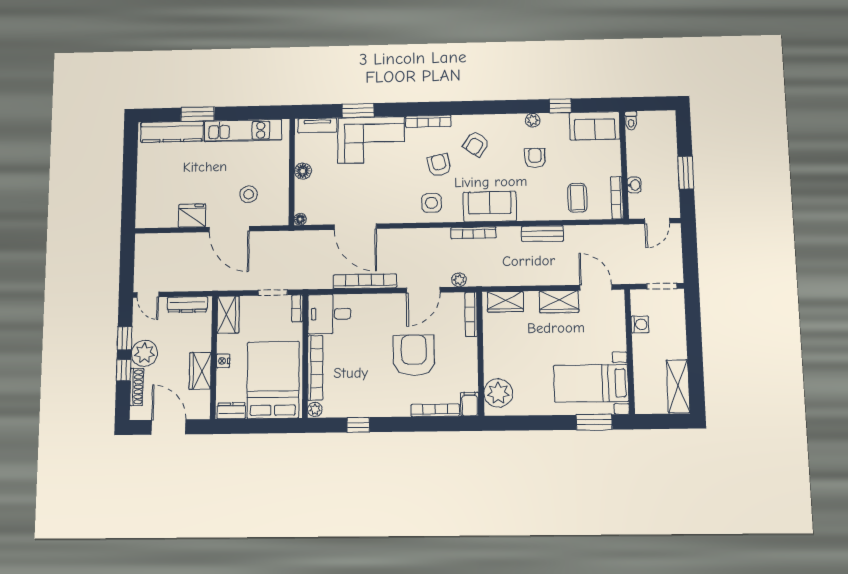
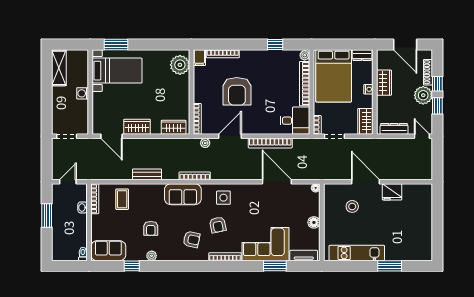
kitchen counter: (172, 132) -> (408, 253), removed
armchair: (476, 144) -> (192, 239), turned 67
washing machine: (640, 324) -> (83, 93), moved

